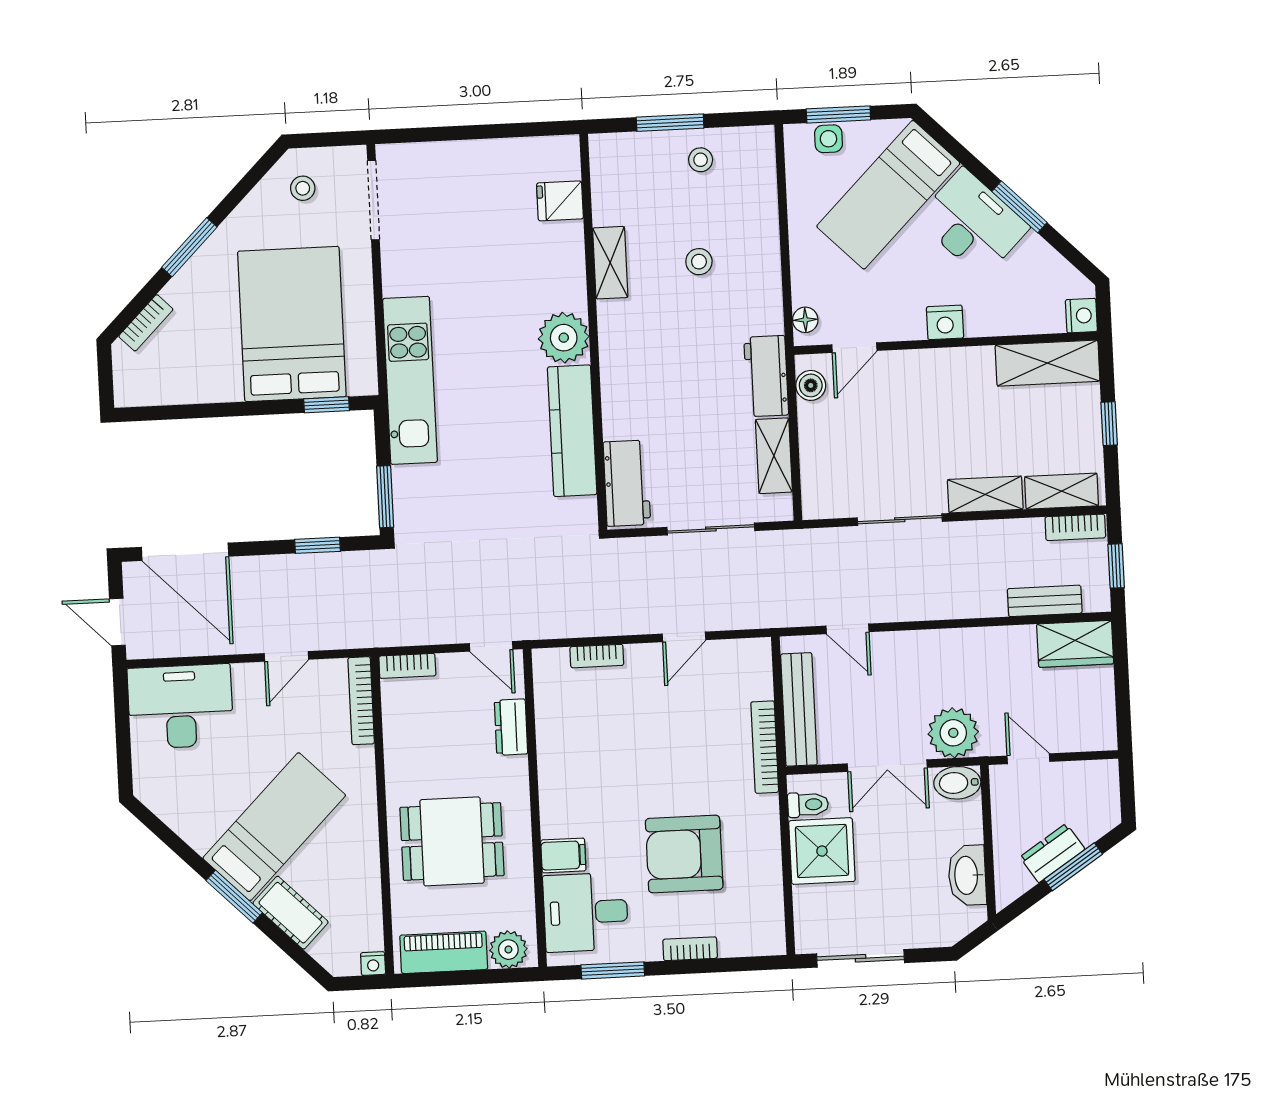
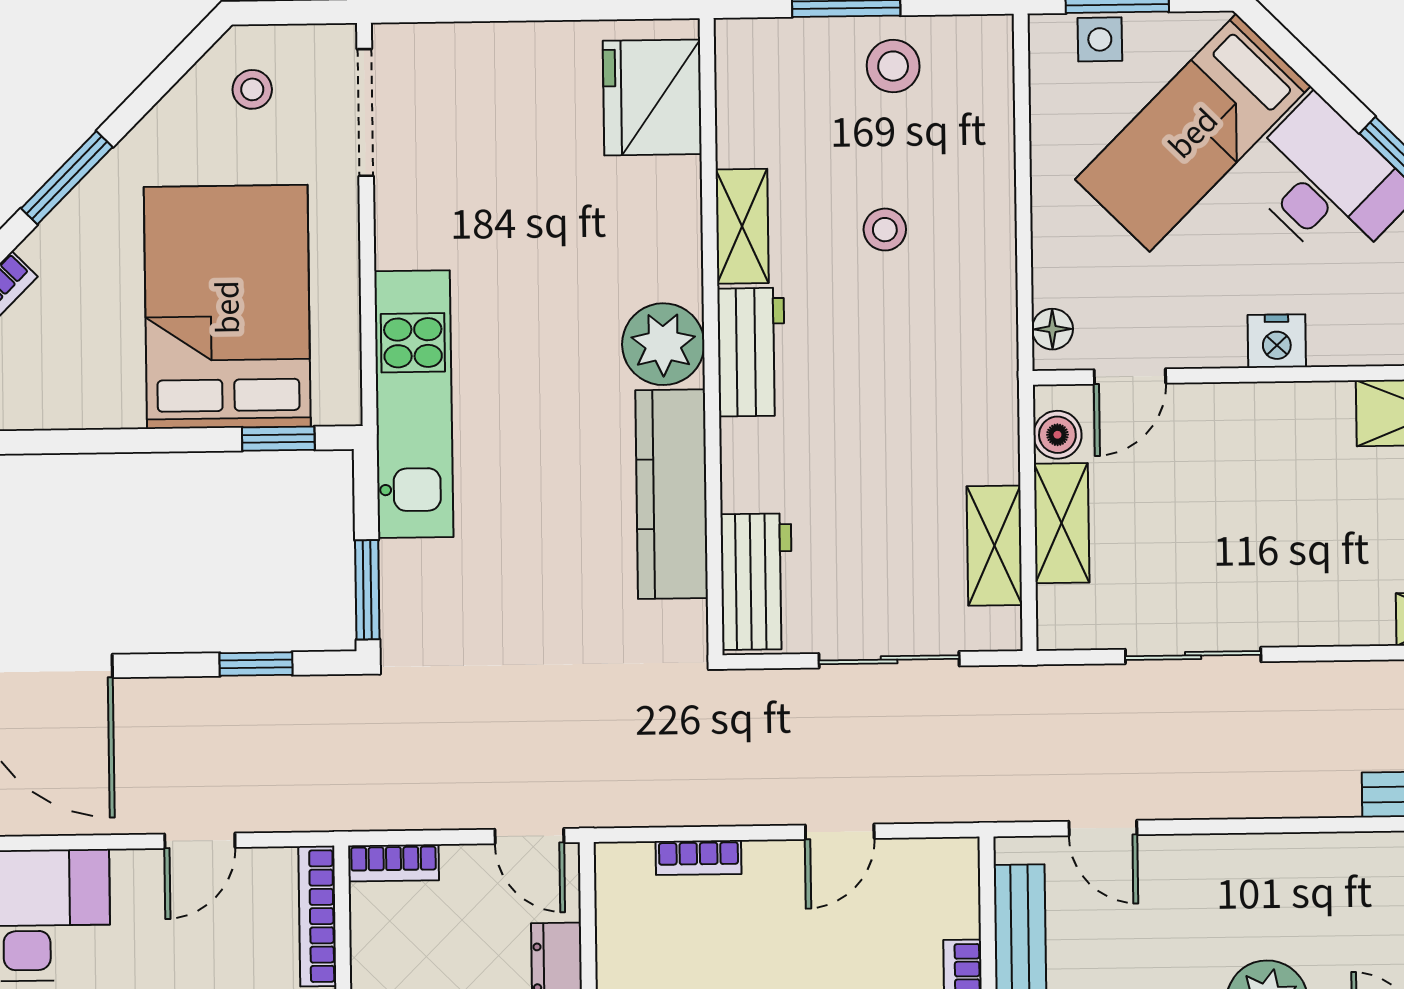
stool: (701, 160) -> (893, 66), width x1.37, depth x1.37
fridge: (560, 201) -> (652, 97), width x1.88, depth x1.34
workbench: (766, 376) -> (751, 352), moved, turned 180
shelving: (985, 494) -> (1062, 523), moved, turned 90

